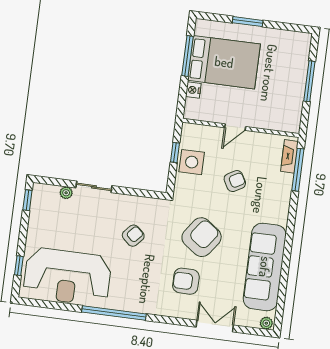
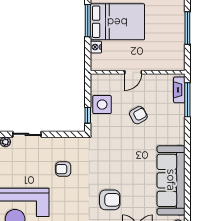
window: (175, 152) -> (88, 115), moved
armchair: (133, 236) -> (63, 169), turned -132
armchair: (202, 237) -> (118, 163), removed
armchair: (186, 281) -> (110, 200), turned 180

